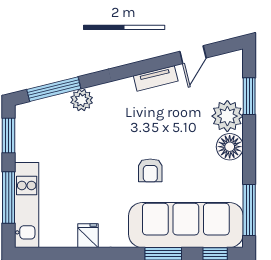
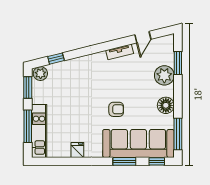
window: (54, 89) -> (56, 59), width x0.46
plant: (82, 100) -> (40, 74), moved
floor lamp: (230, 147) -> (166, 105), moved
armchair: (150, 170) -> (116, 109), turned -90

